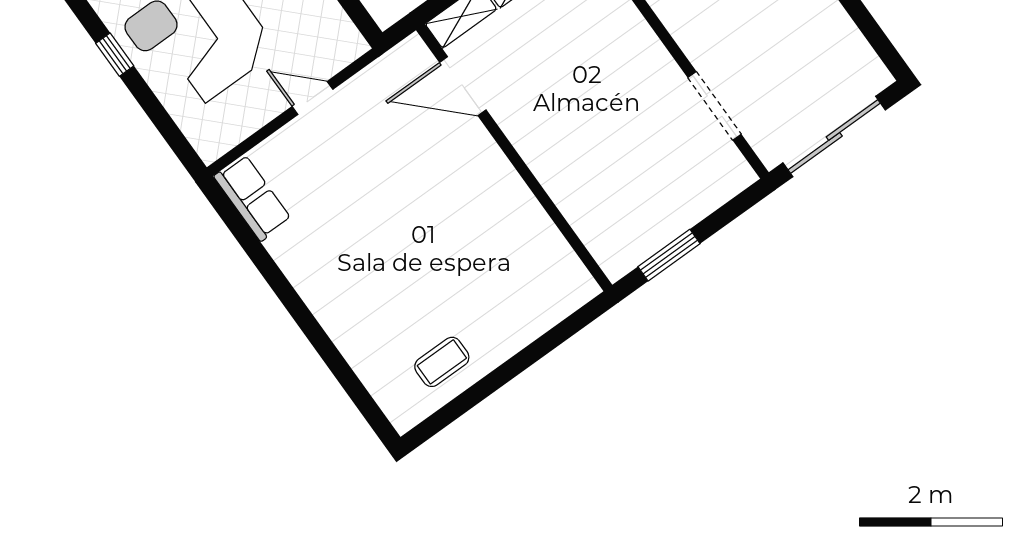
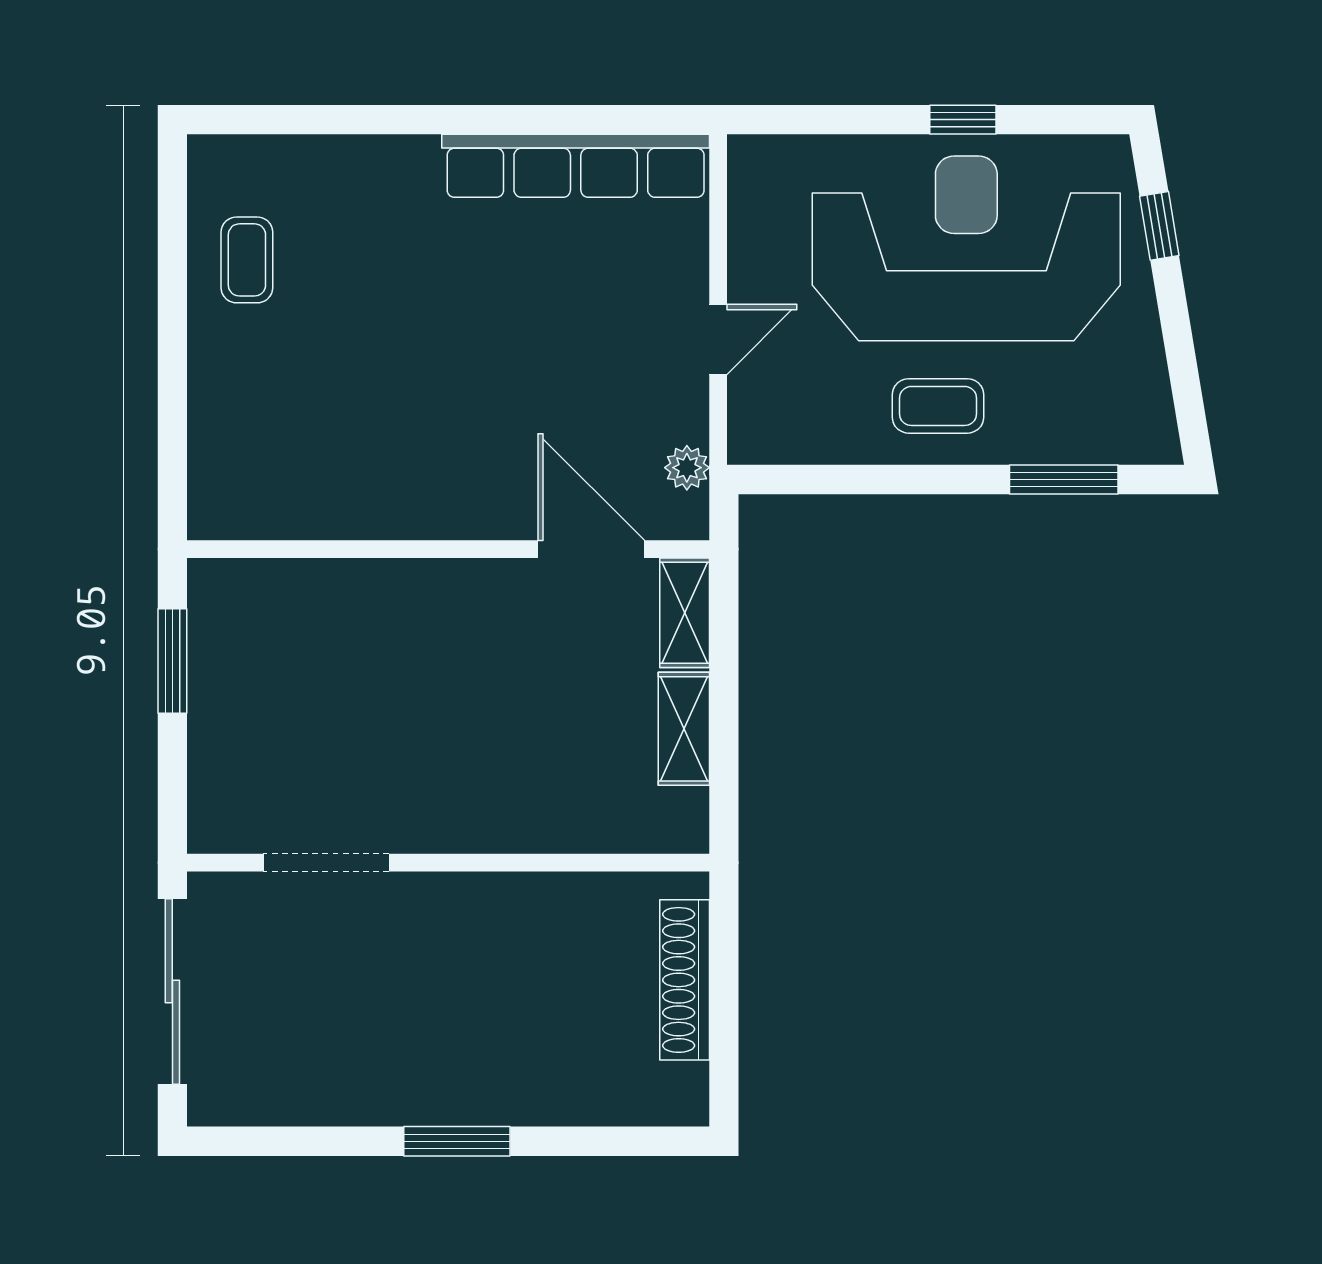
plant: (388, 67) -> (687, 468), added
door: (463, 86) -> (591, 549), hinge flipped
row of seats: (253, 198) -> (576, 166), width x2.02

